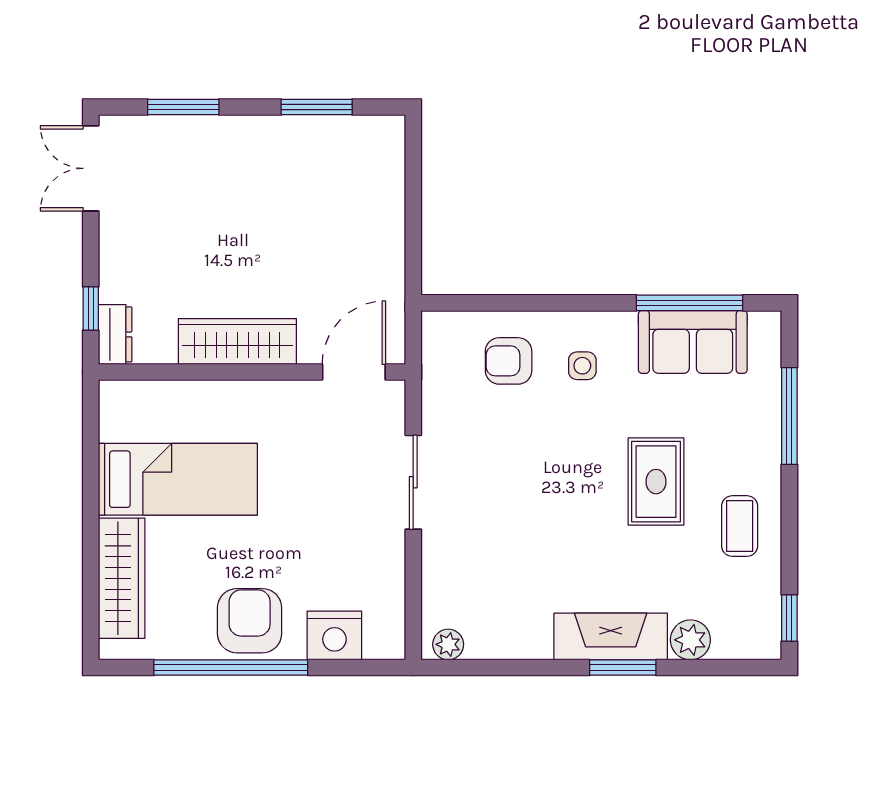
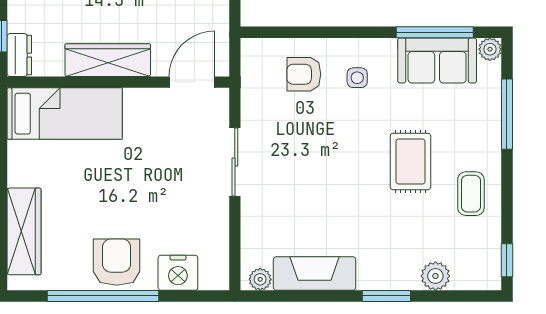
plant: (766, 326) -> (490, 49), added
bed: (178, 479) -> (65, 114), moved
fireplace: (611, 637) -> (315, 274), moved

